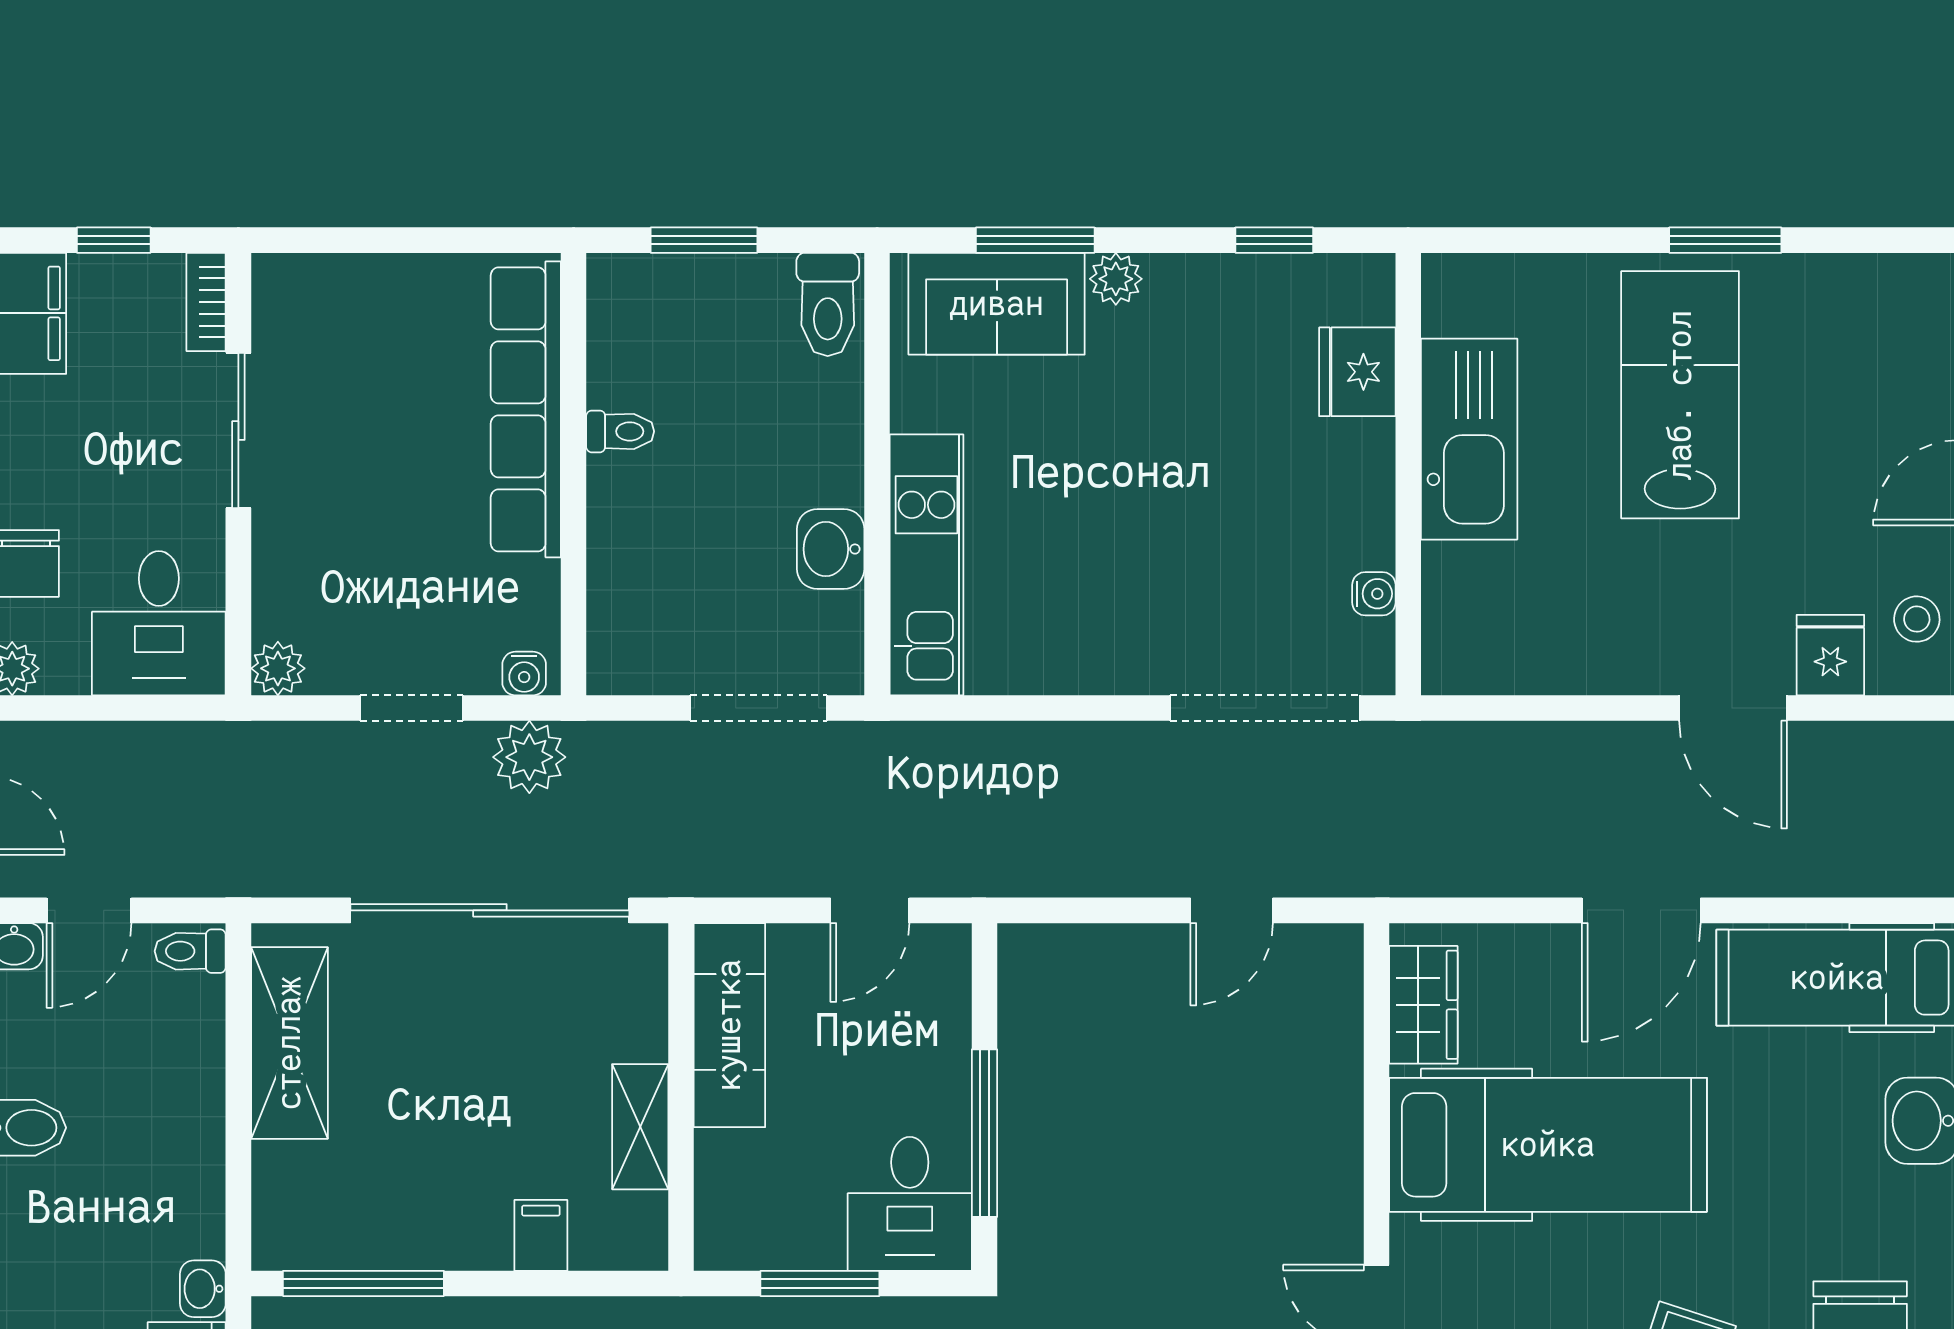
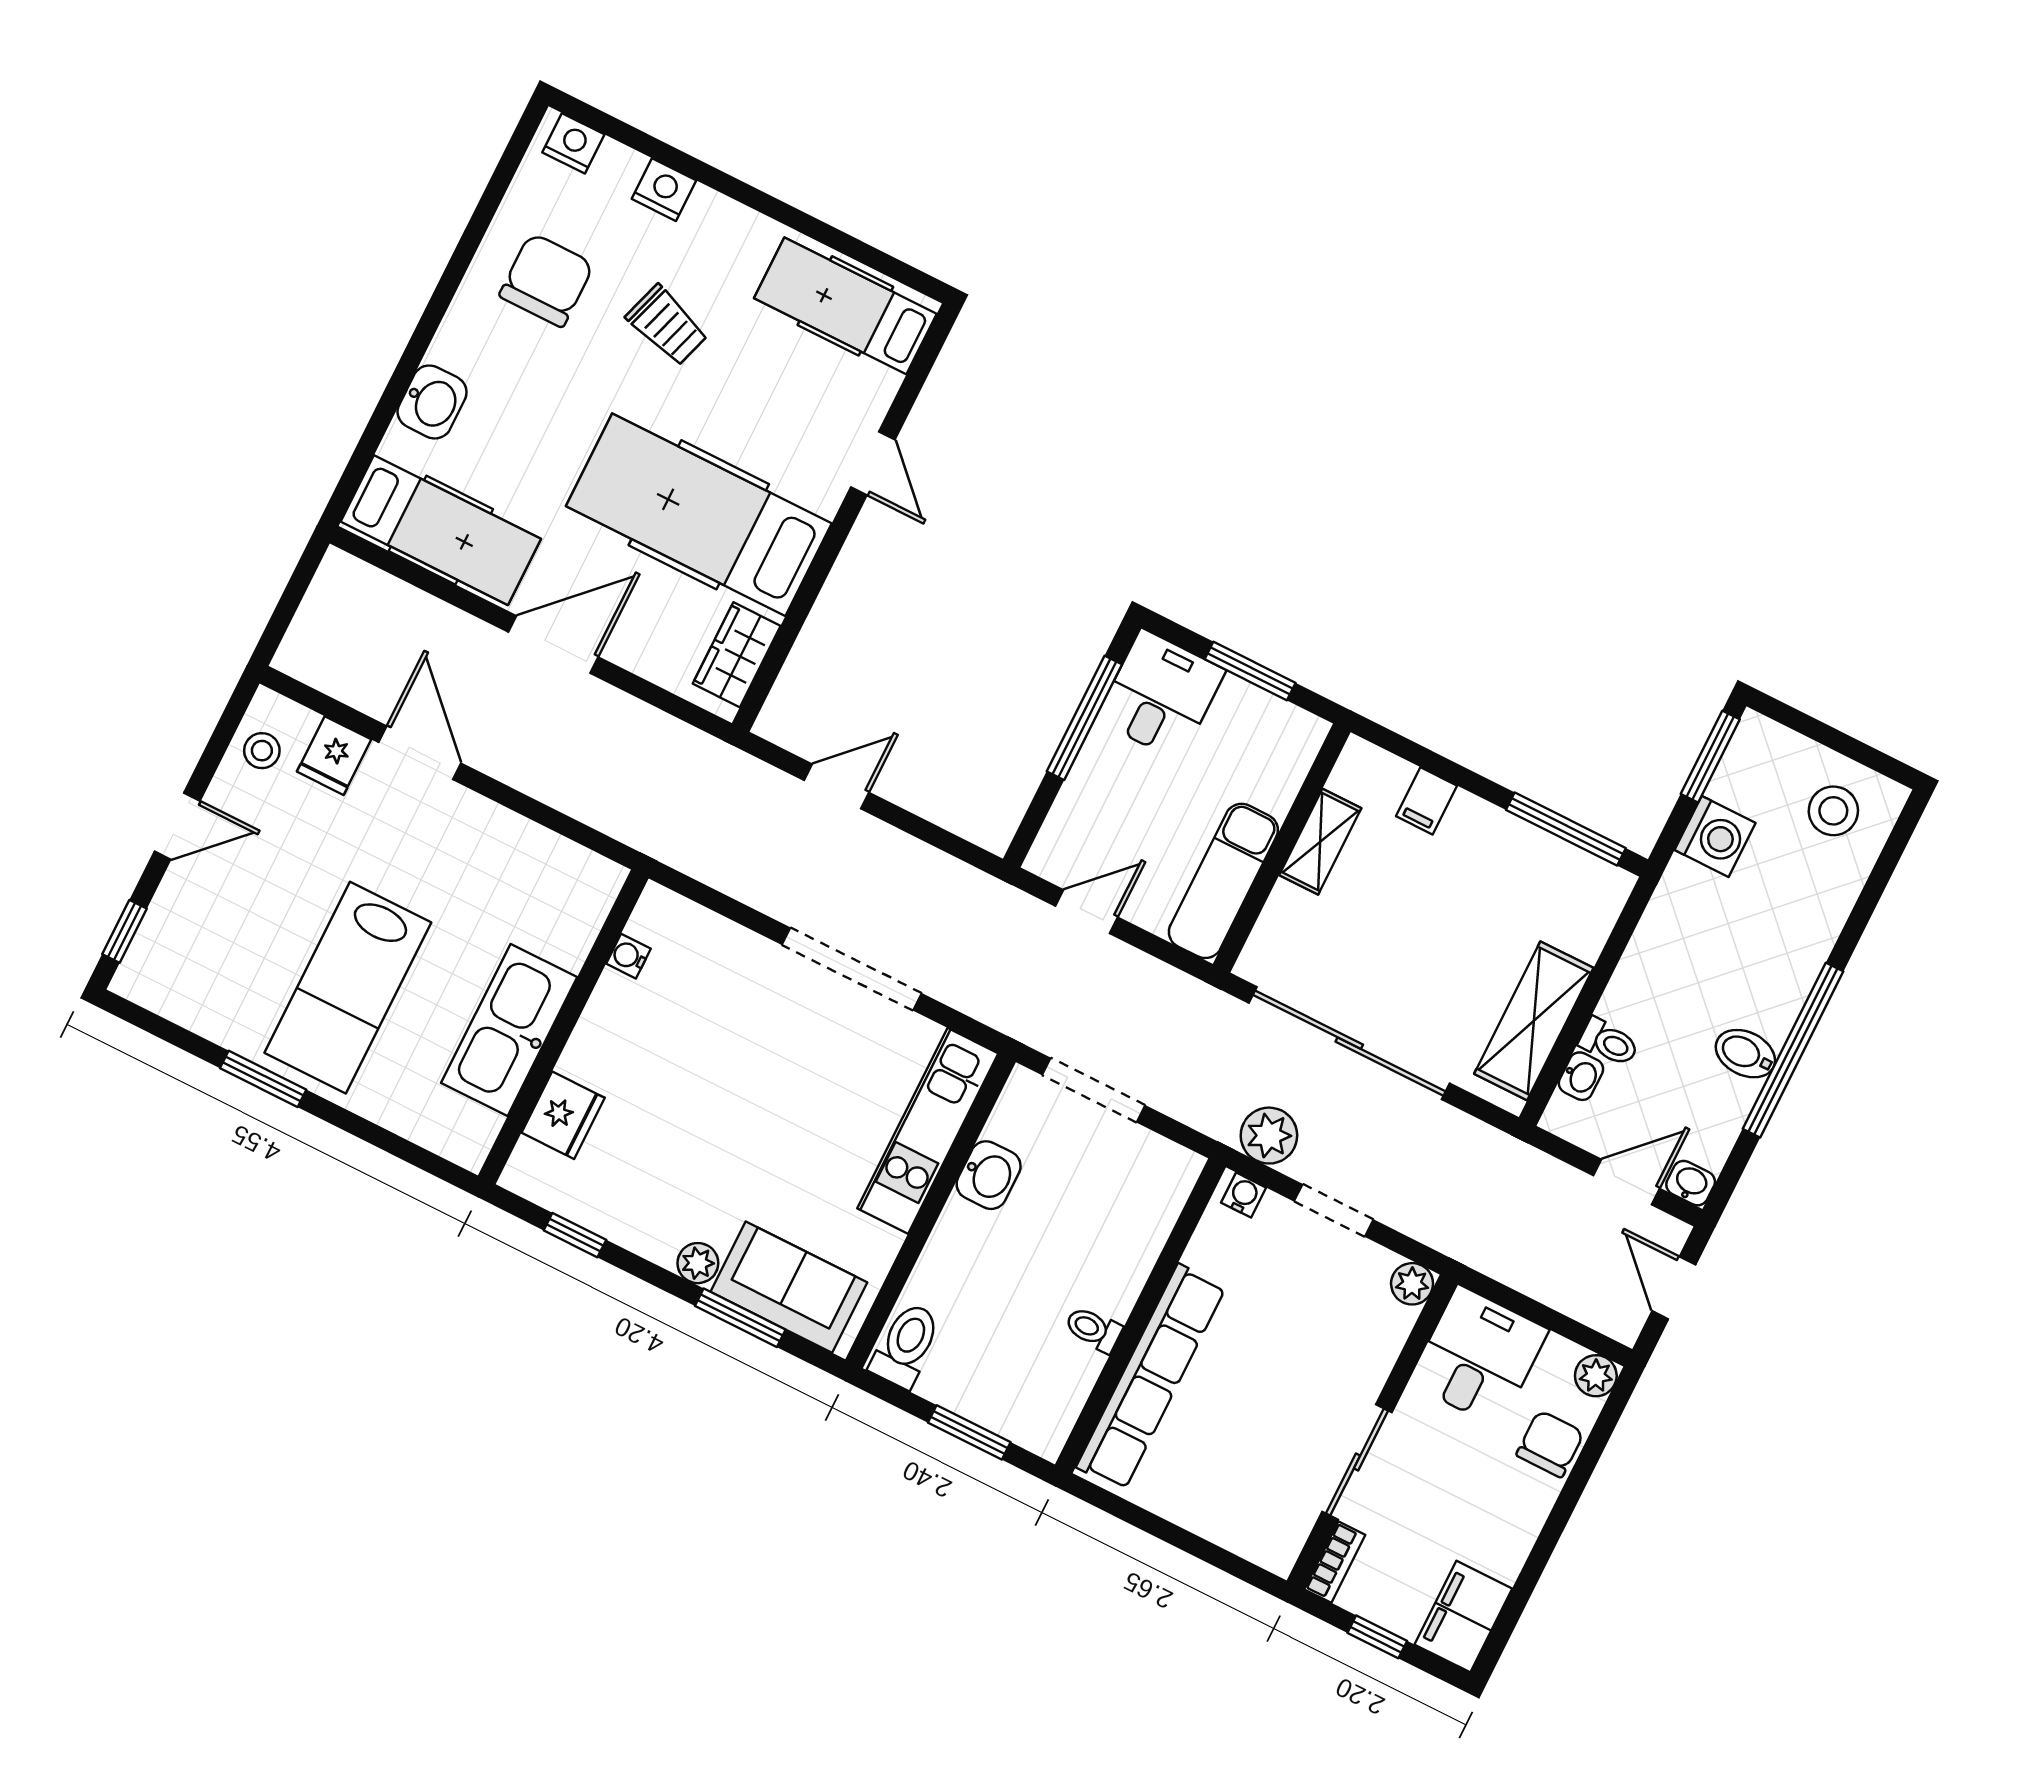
doorway: (1265, 708) -> (852, 969), moved
toilet: (190, 951) -> (1609, 1042), moved
washbasin: (203, 1289) -> (1581, 1076), moved

